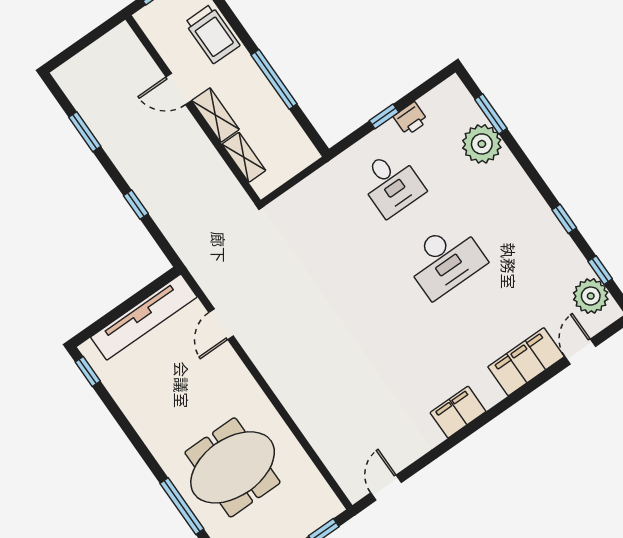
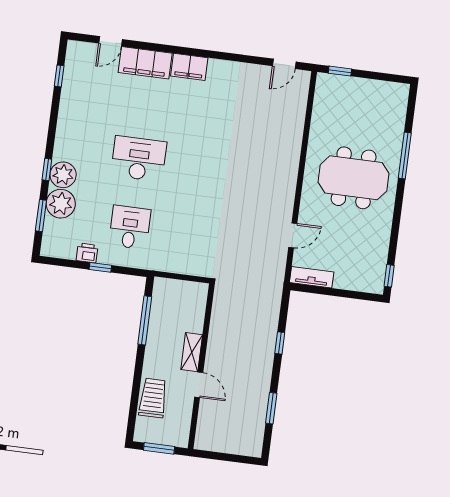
window: (274, 79) -> (145, 320), moved
shelving: (244, 157) -> (197, 315), removed
window: (564, 219) -> (47, 169), moved
plant: (591, 296) -> (63, 175), moved
tv unit: (144, 317) -> (312, 277), width x0.52, depth x0.78
filing cabinet: (458, 412) -> (189, 67), moved
meeting table: (233, 467) -> (354, 178), moved

